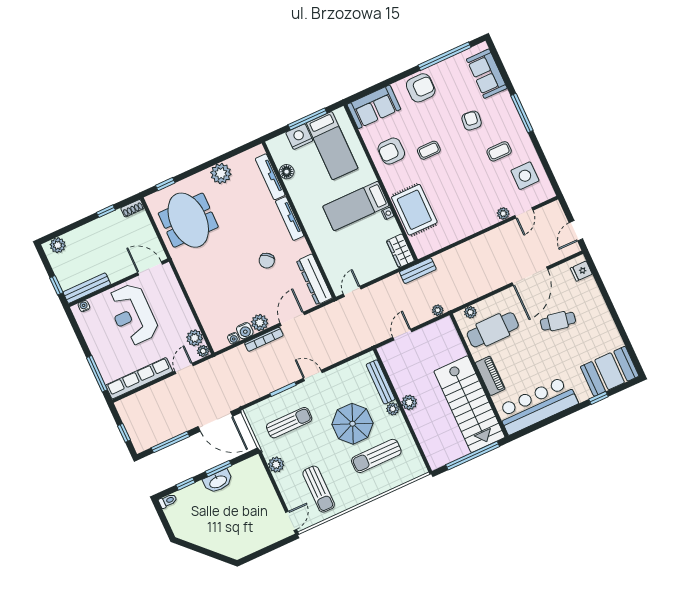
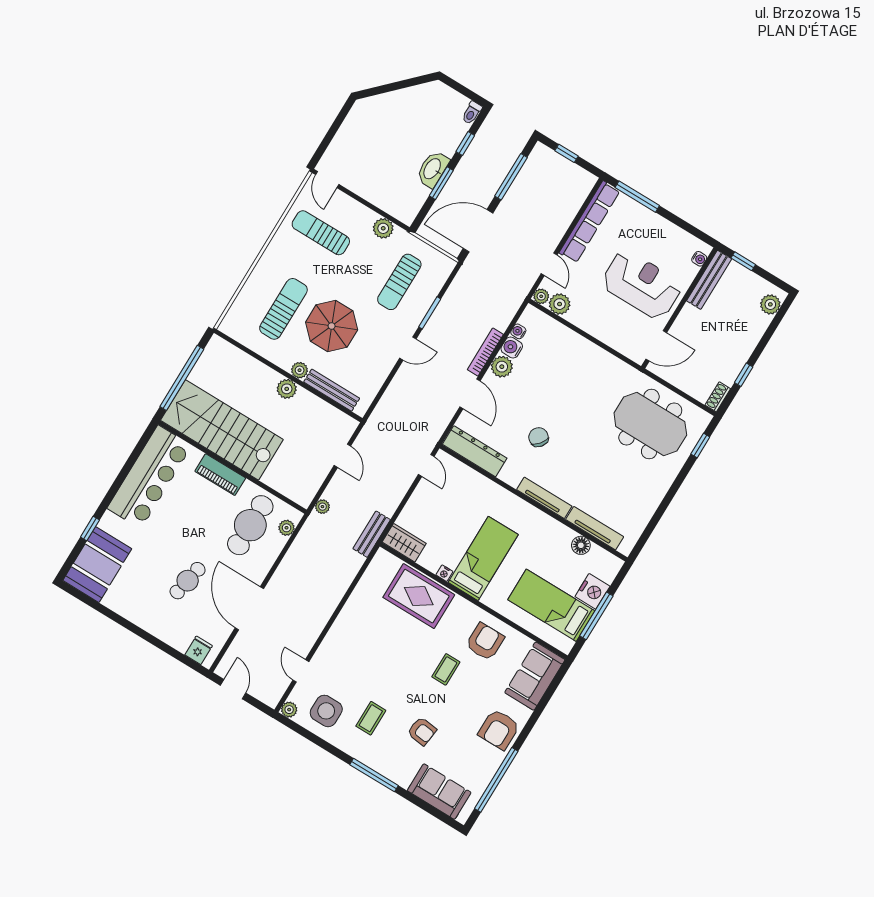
plant: (221, 173) -> (649, 497), removed
plant: (503, 214) -> (289, 710), moved

